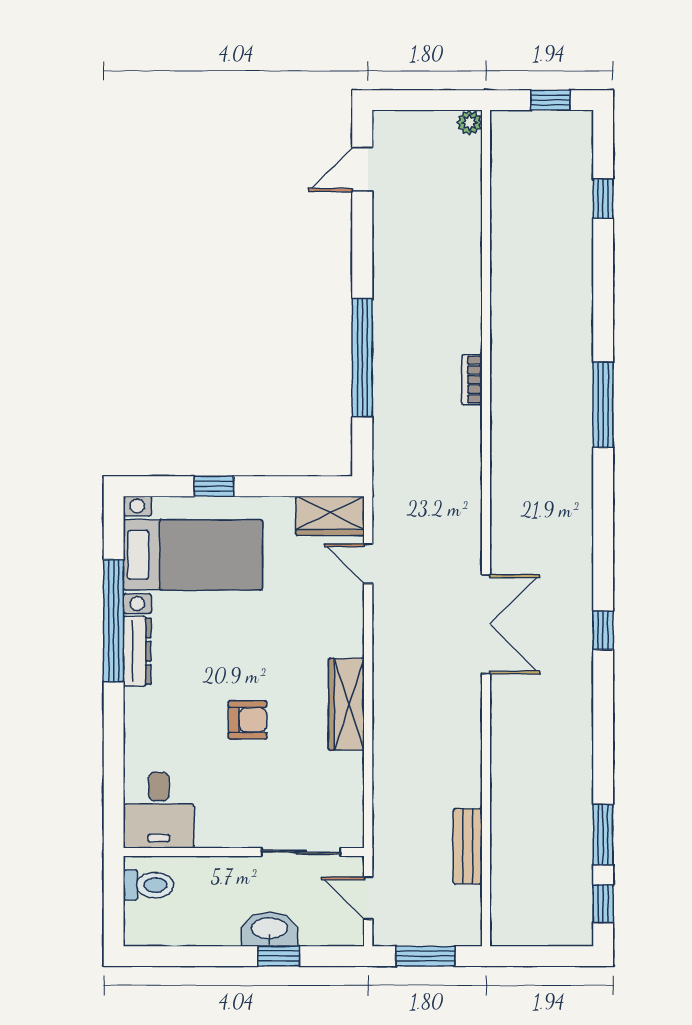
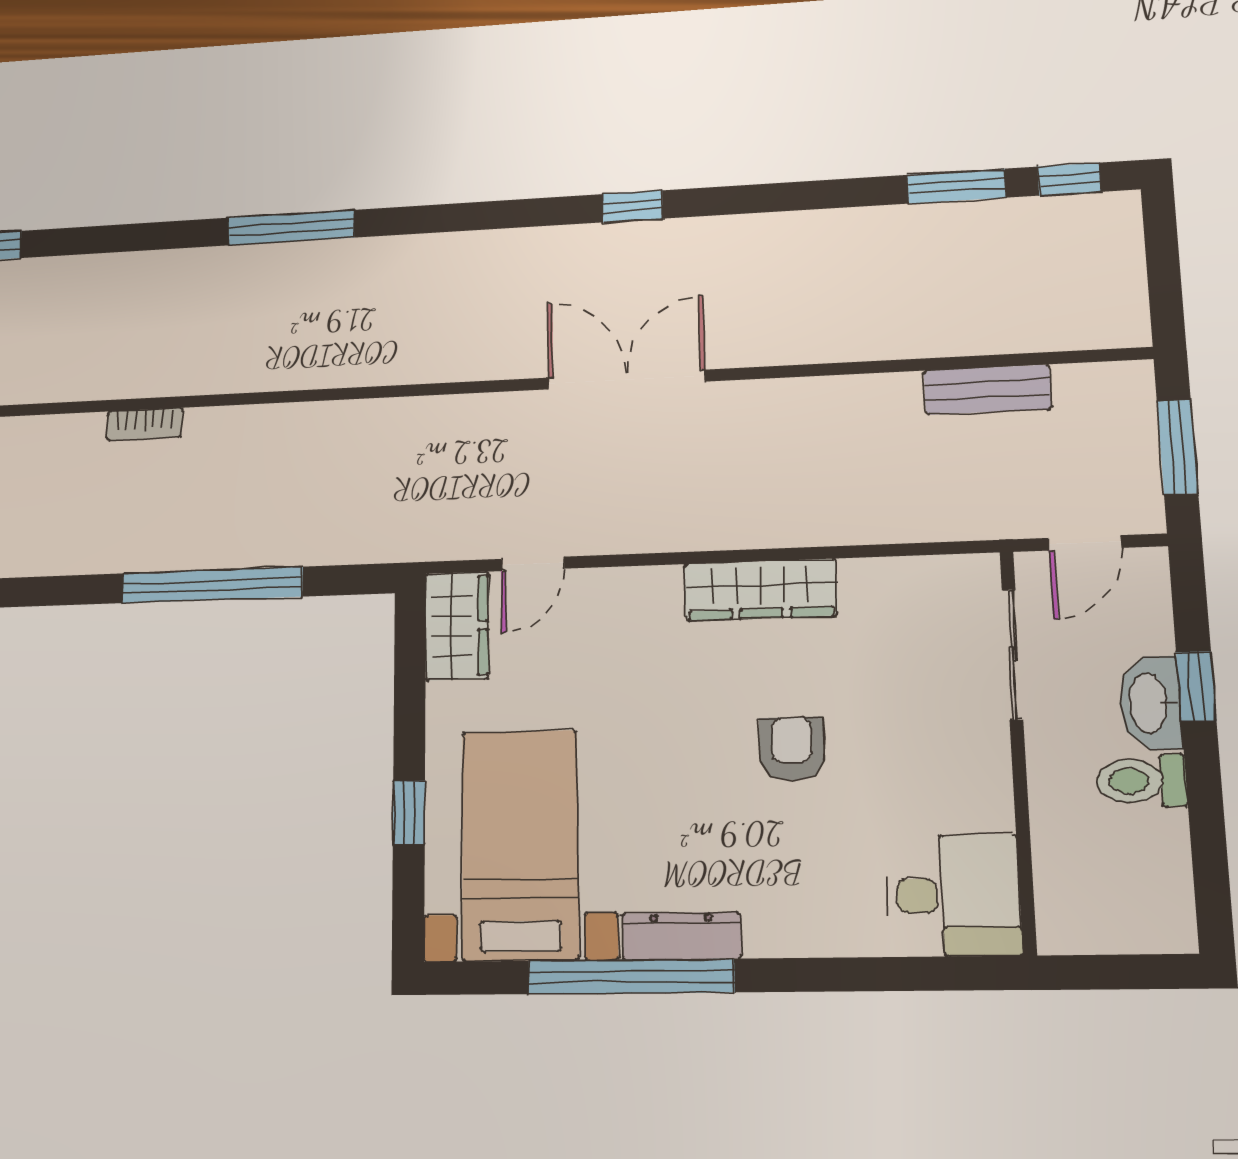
bookcase: (472, 380) -> (145, 424), moved
toilet: (149, 885) -> (1141, 781), moved, turned -90

